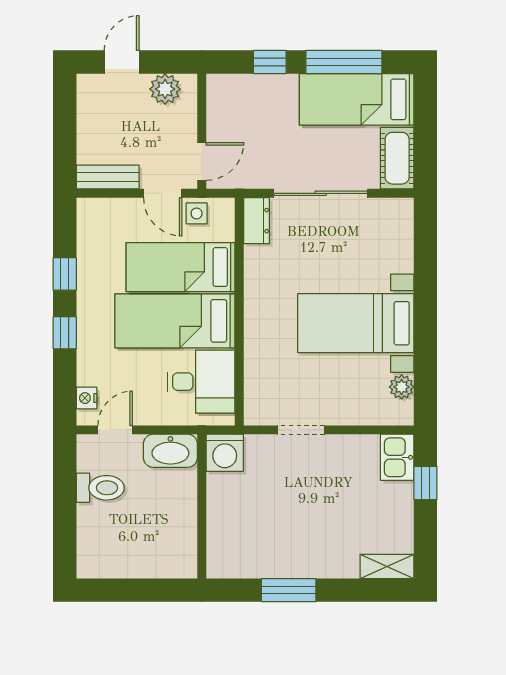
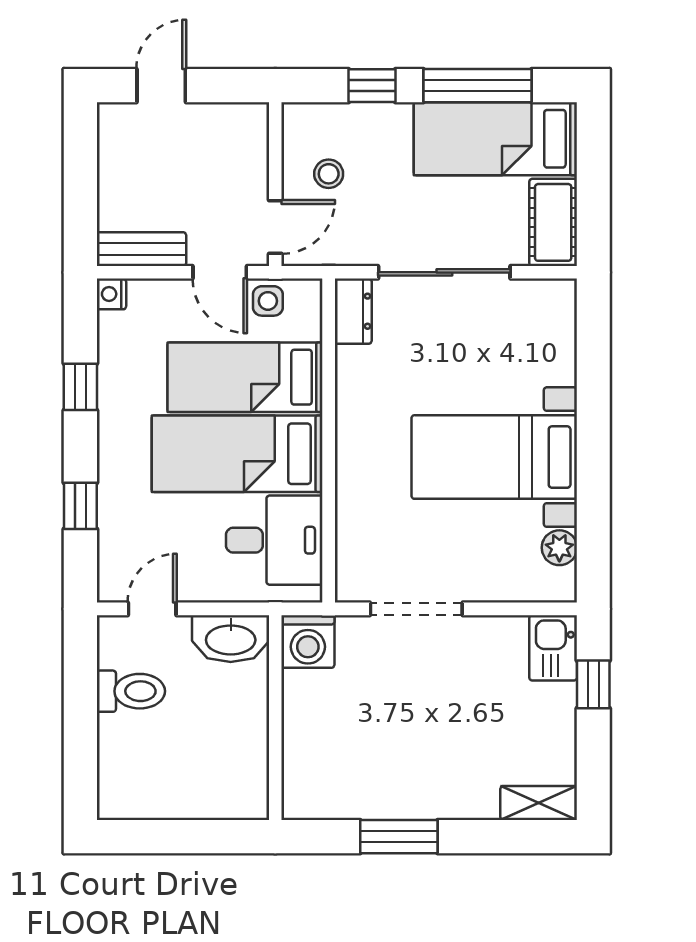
plant: (165, 89) -> (223, 124), removed
stool: (239, 124) -> (329, 174), added
window: (65, 333) -> (80, 506), moved
nightstand: (87, 398) -> (111, 294), moved
doorway: (301, 430) -> (416, 609), width x1.38

